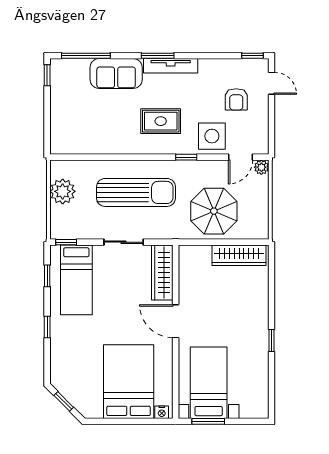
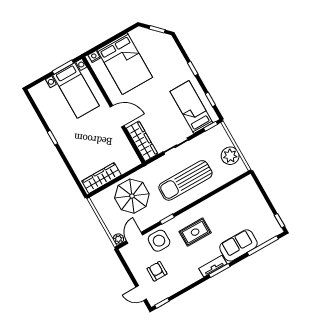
tv unit: (171, 66) -> (213, 266), width x0.71

